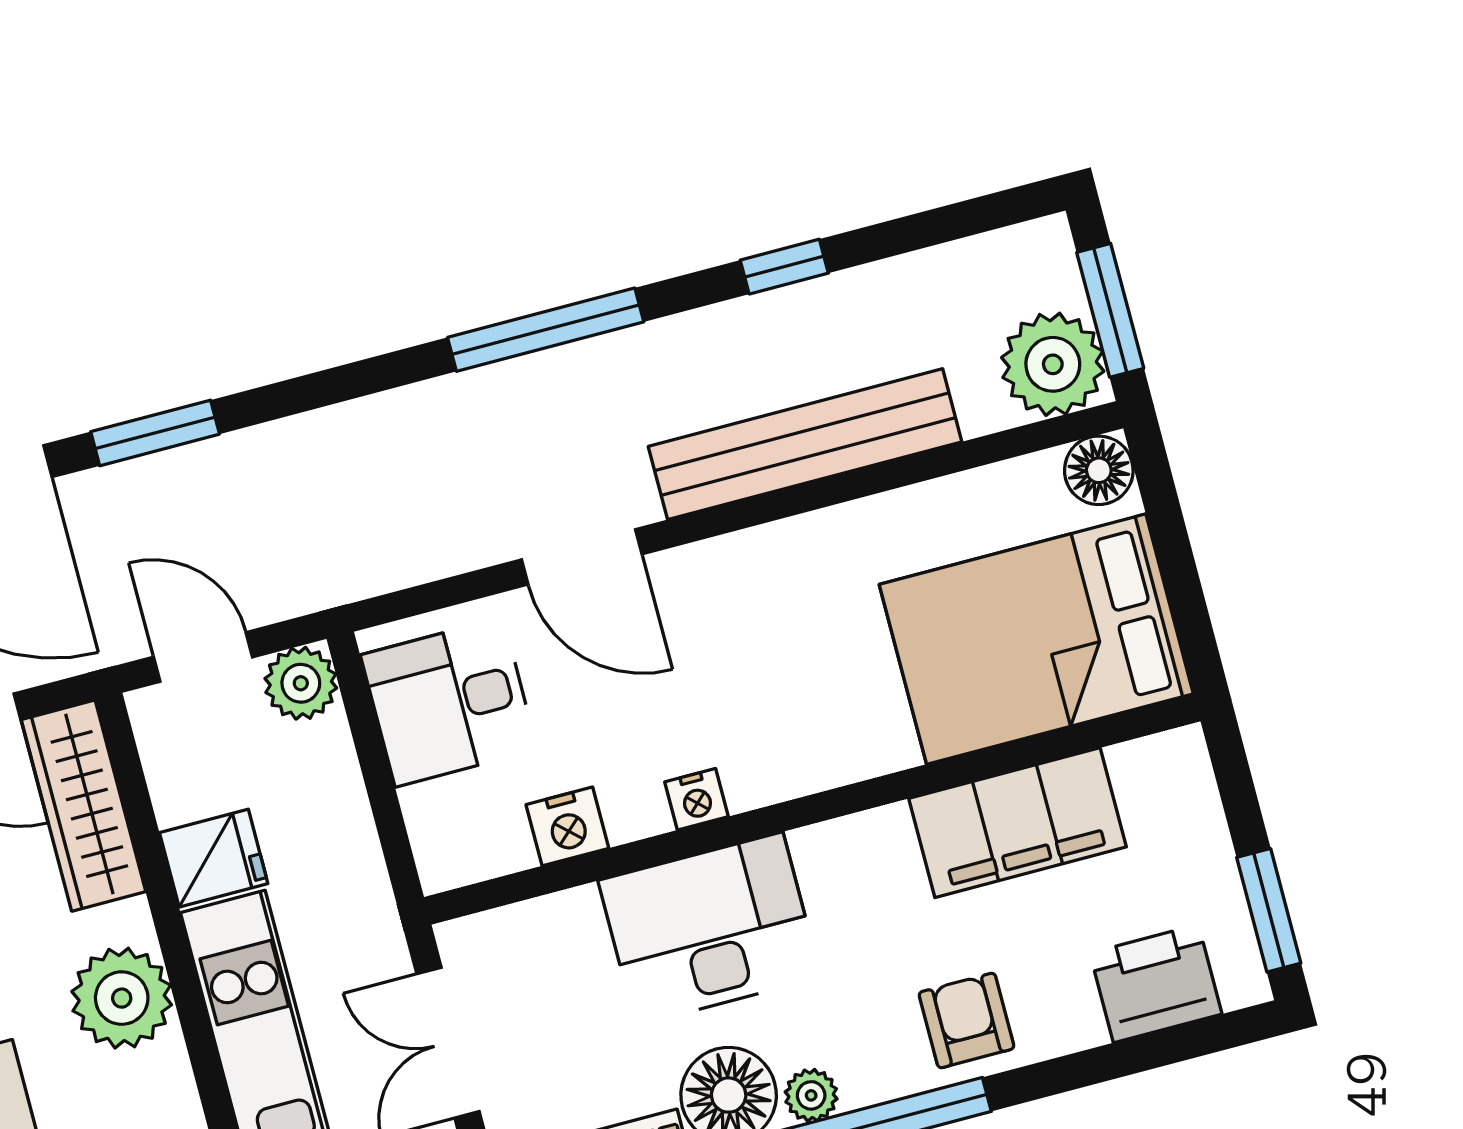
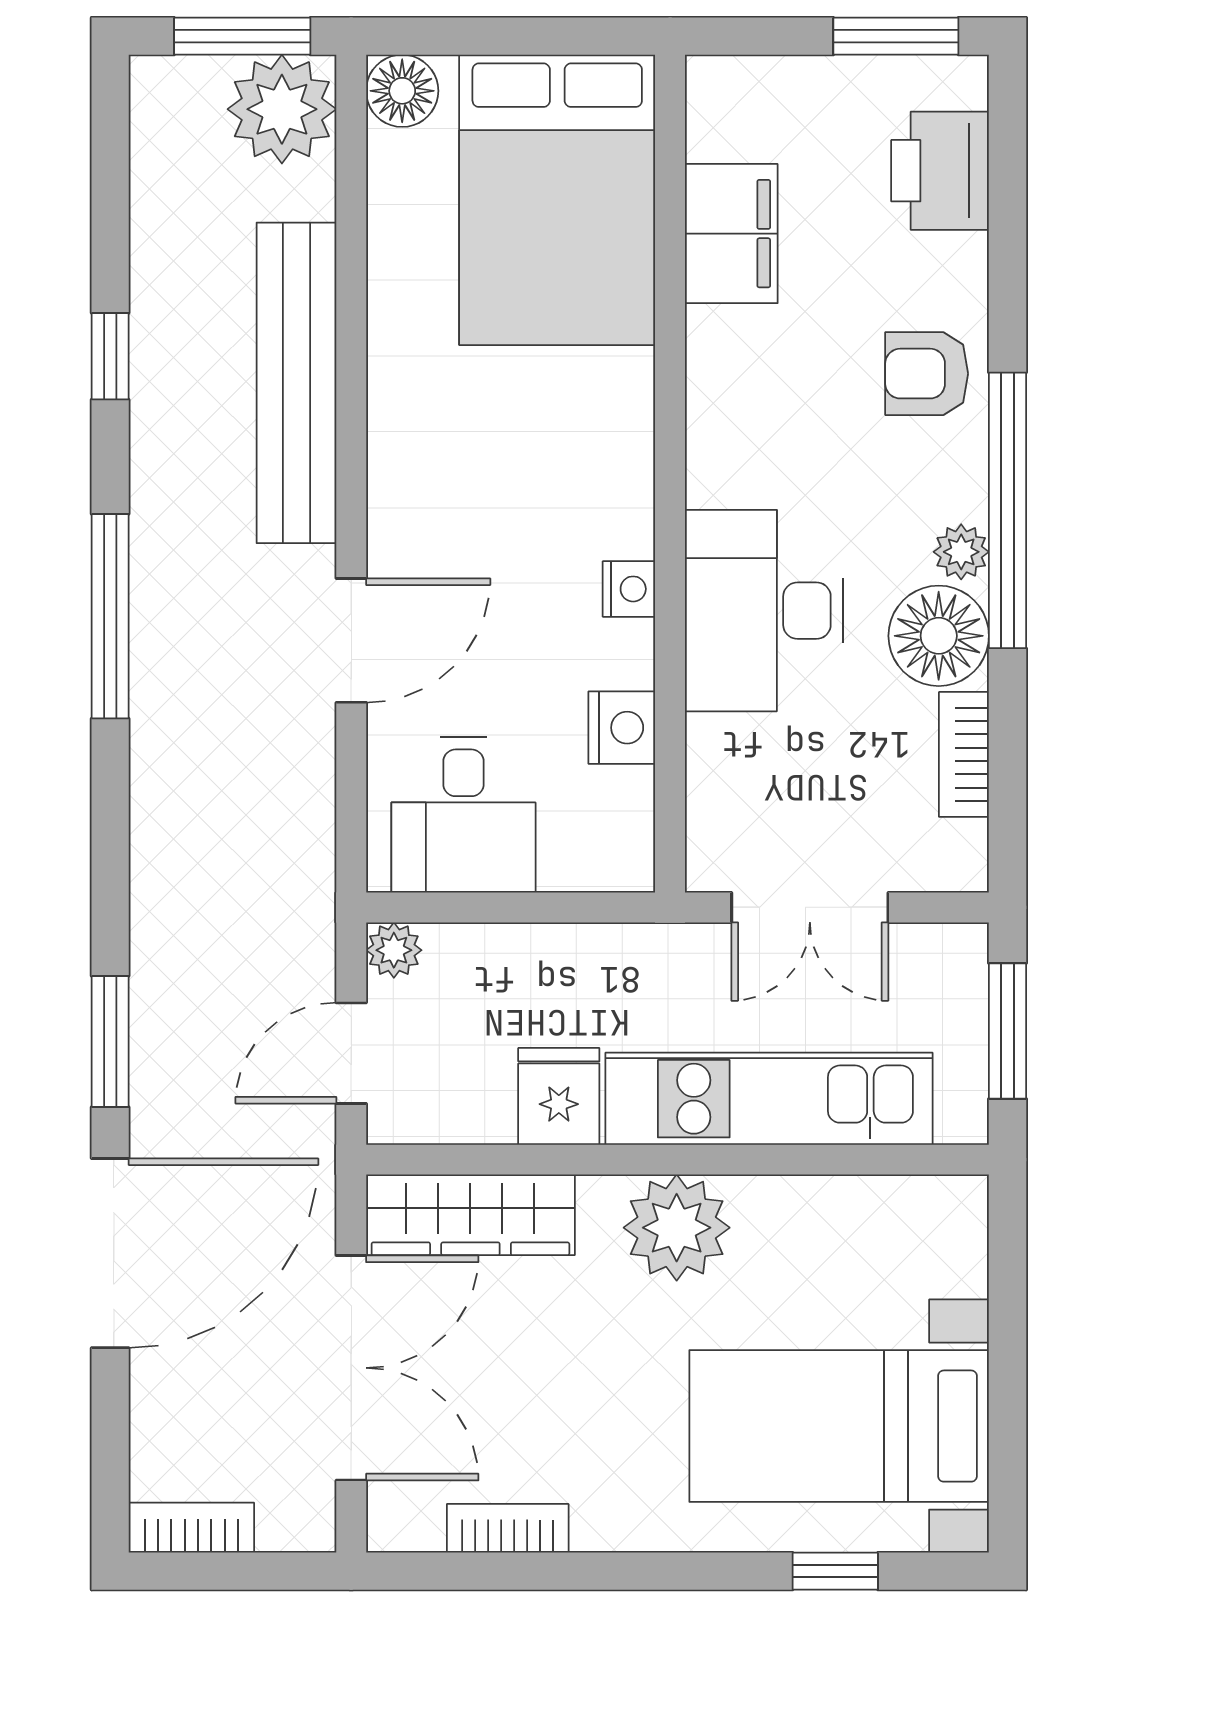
plant: (301, 683) -> (394, 950), width x0.73, depth x0.73
filing cabinet: (1018, 823) -> (731, 234), width x0.67, depth x0.86

